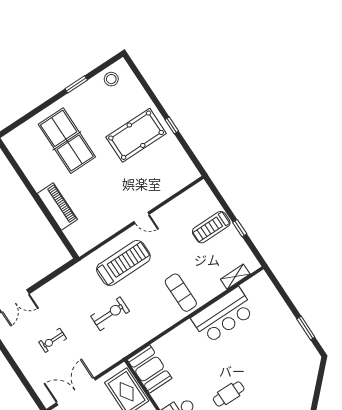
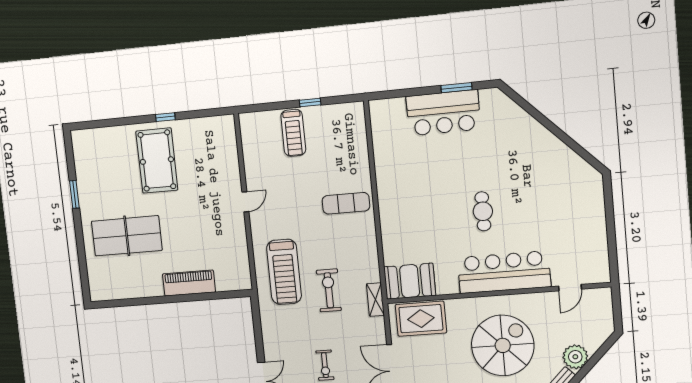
stool: (111, 79) -> (87, 155), removed
treadmill: (123, 263) -> (284, 272), moved, turned 180
shelving: (235, 277) -> (375, 300), moved
bar counter: (223, 315) -> (443, 113), moved, turned 90

